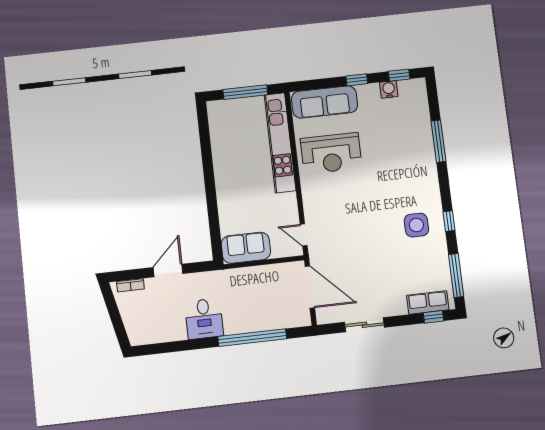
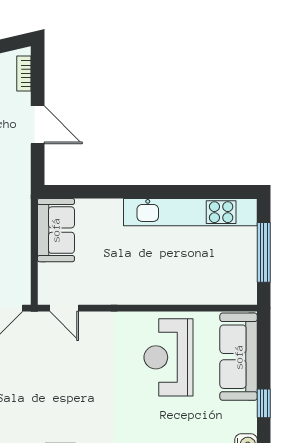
kitchen unit: (280, 143) -> (190, 212), moved, turned 180
door: (304, 235) -> (64, 308), swing flipped

